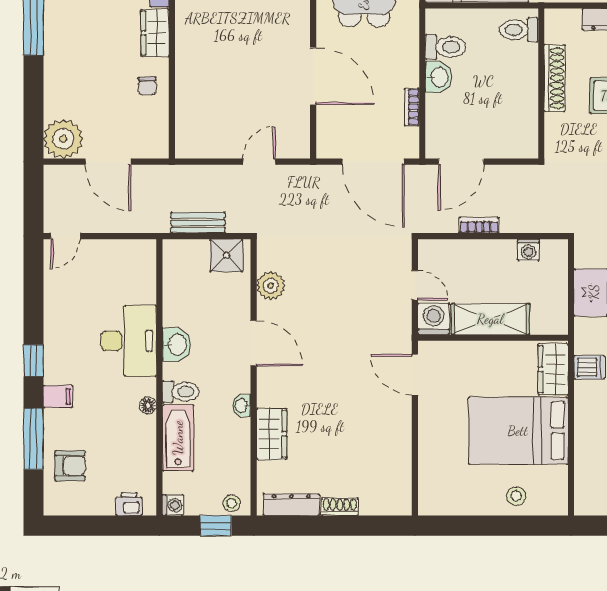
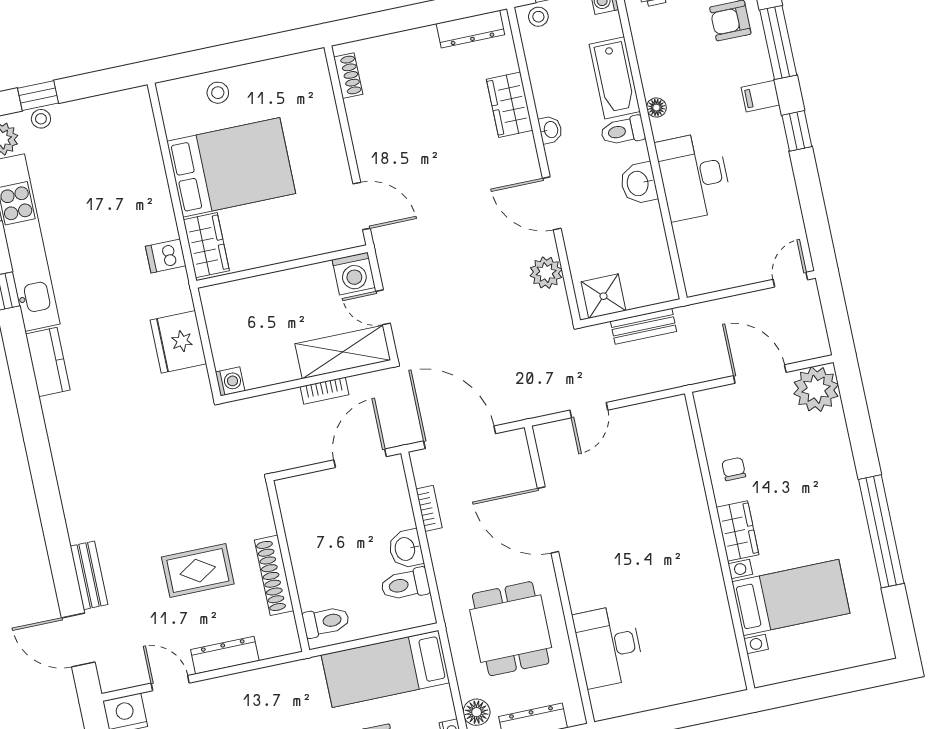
washing machine: (528, 250) -> (230, 381), moved, turned 90
shelving: (490, 319) -> (343, 352), moved
shoe rack: (340, 507) -> (348, 76), moved, turned -90

